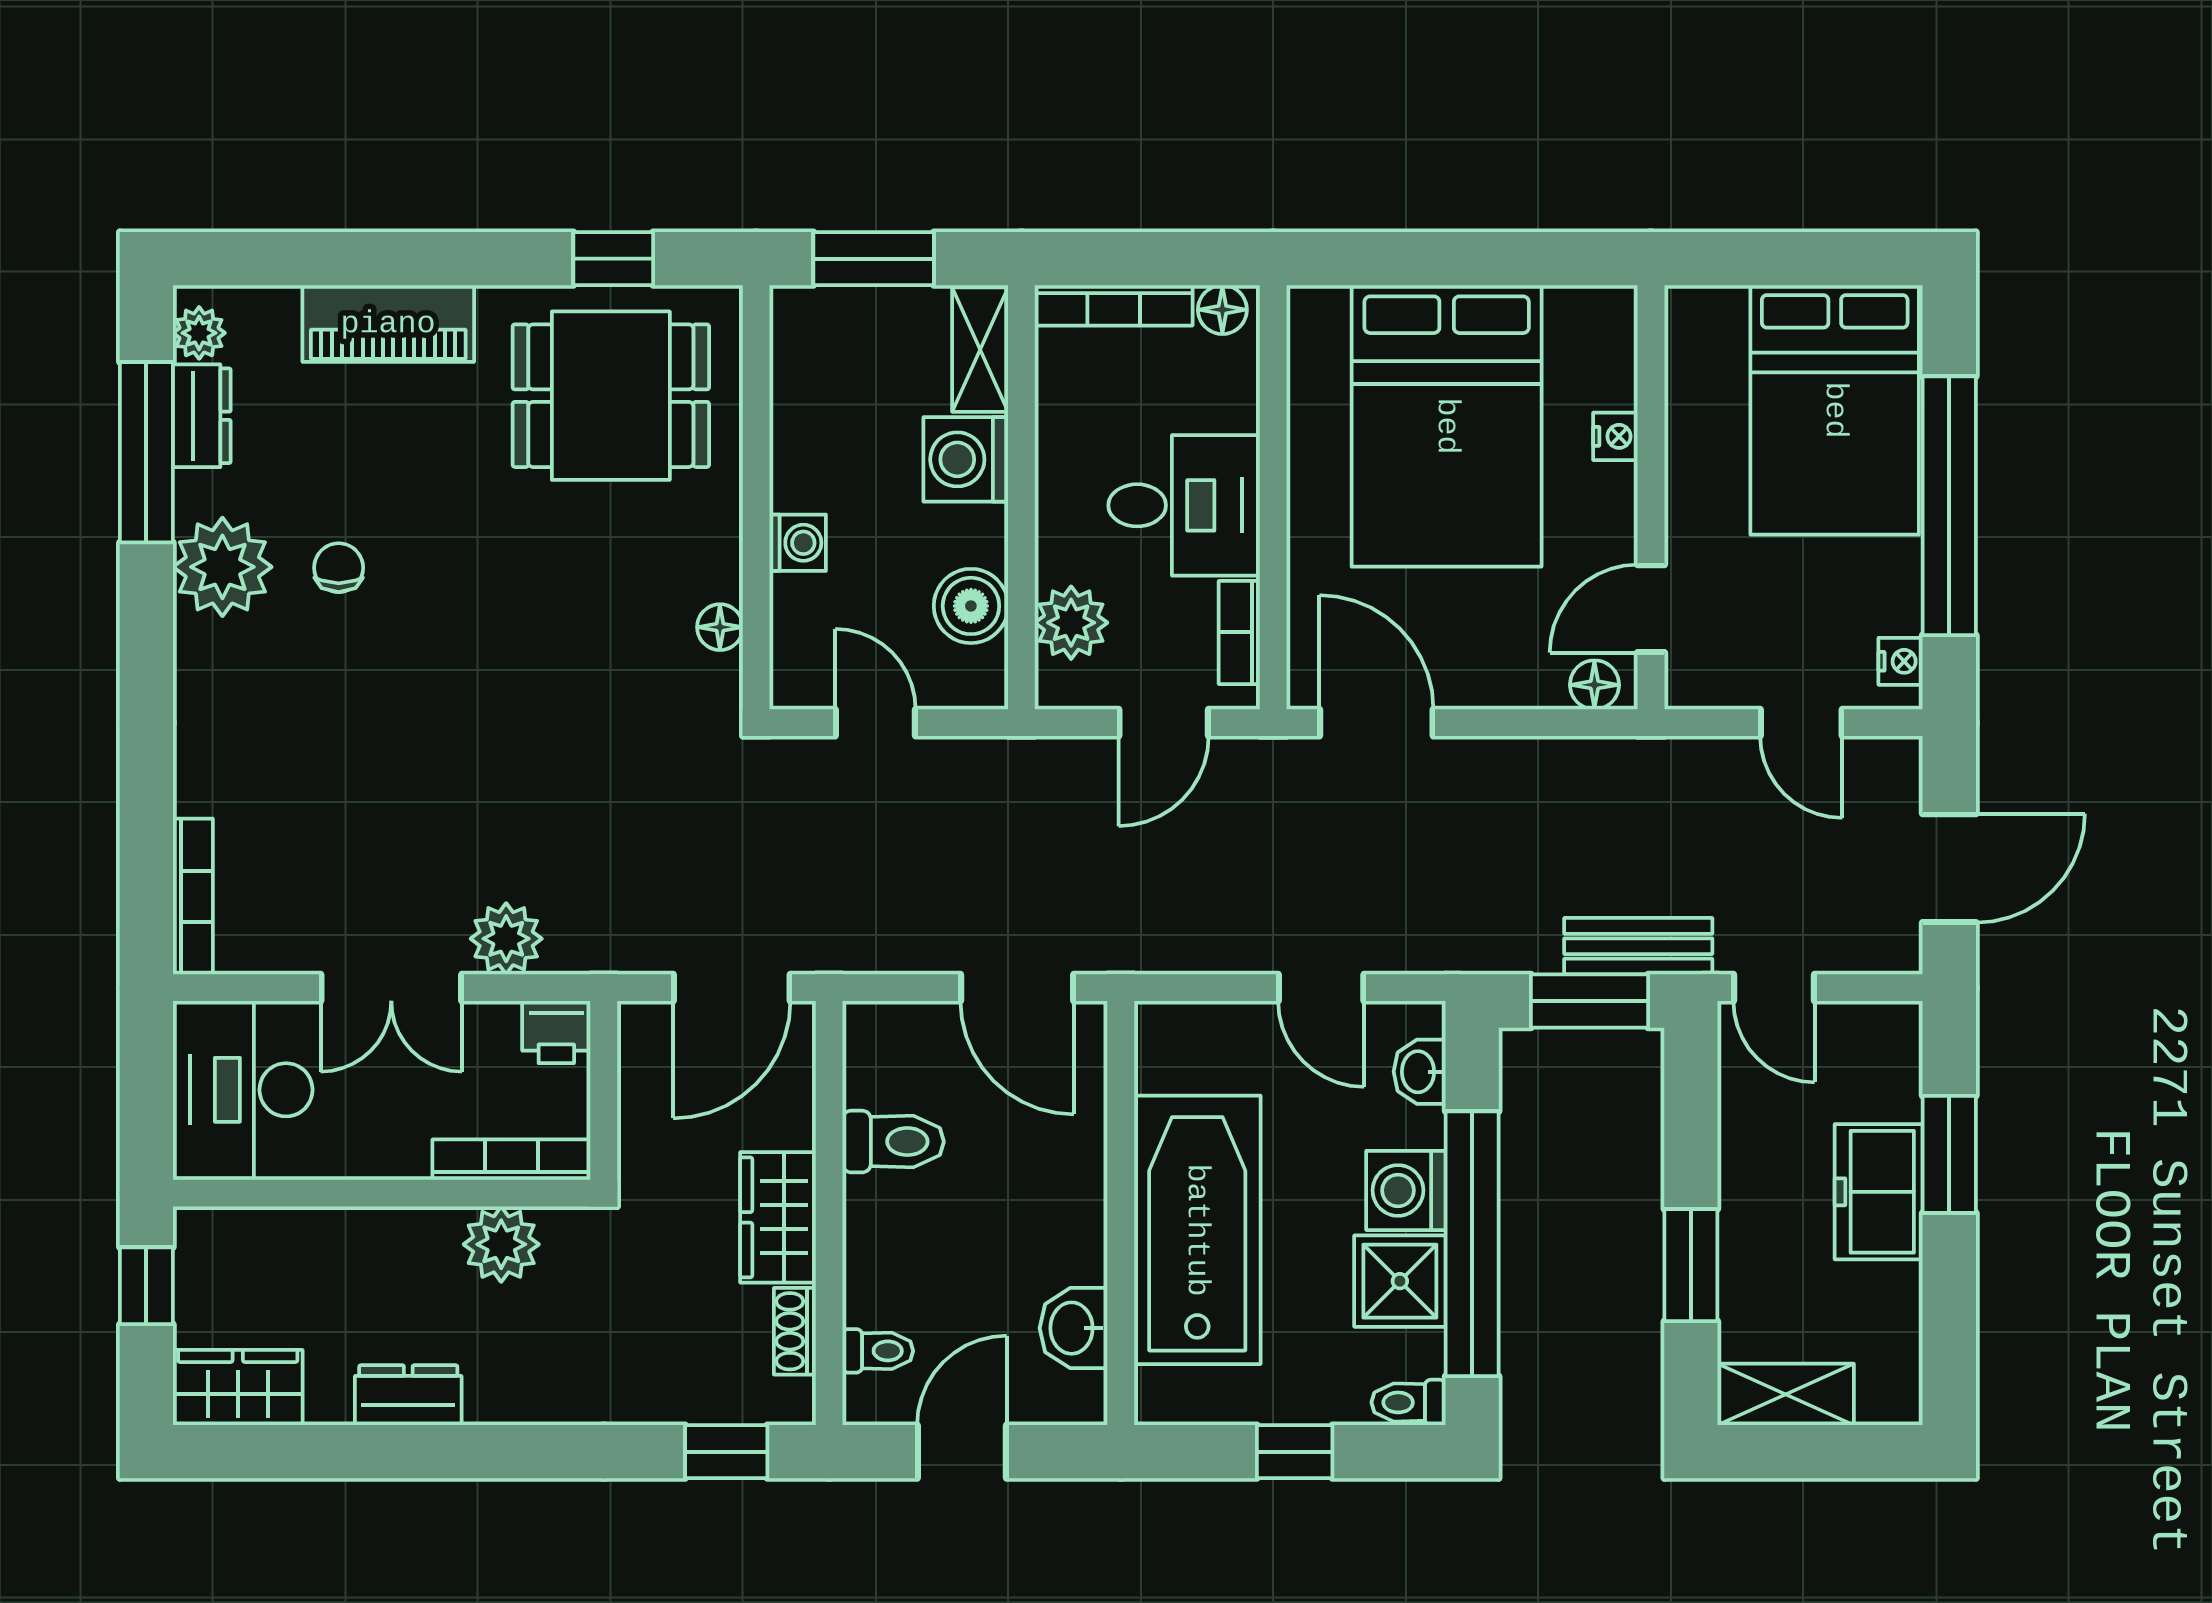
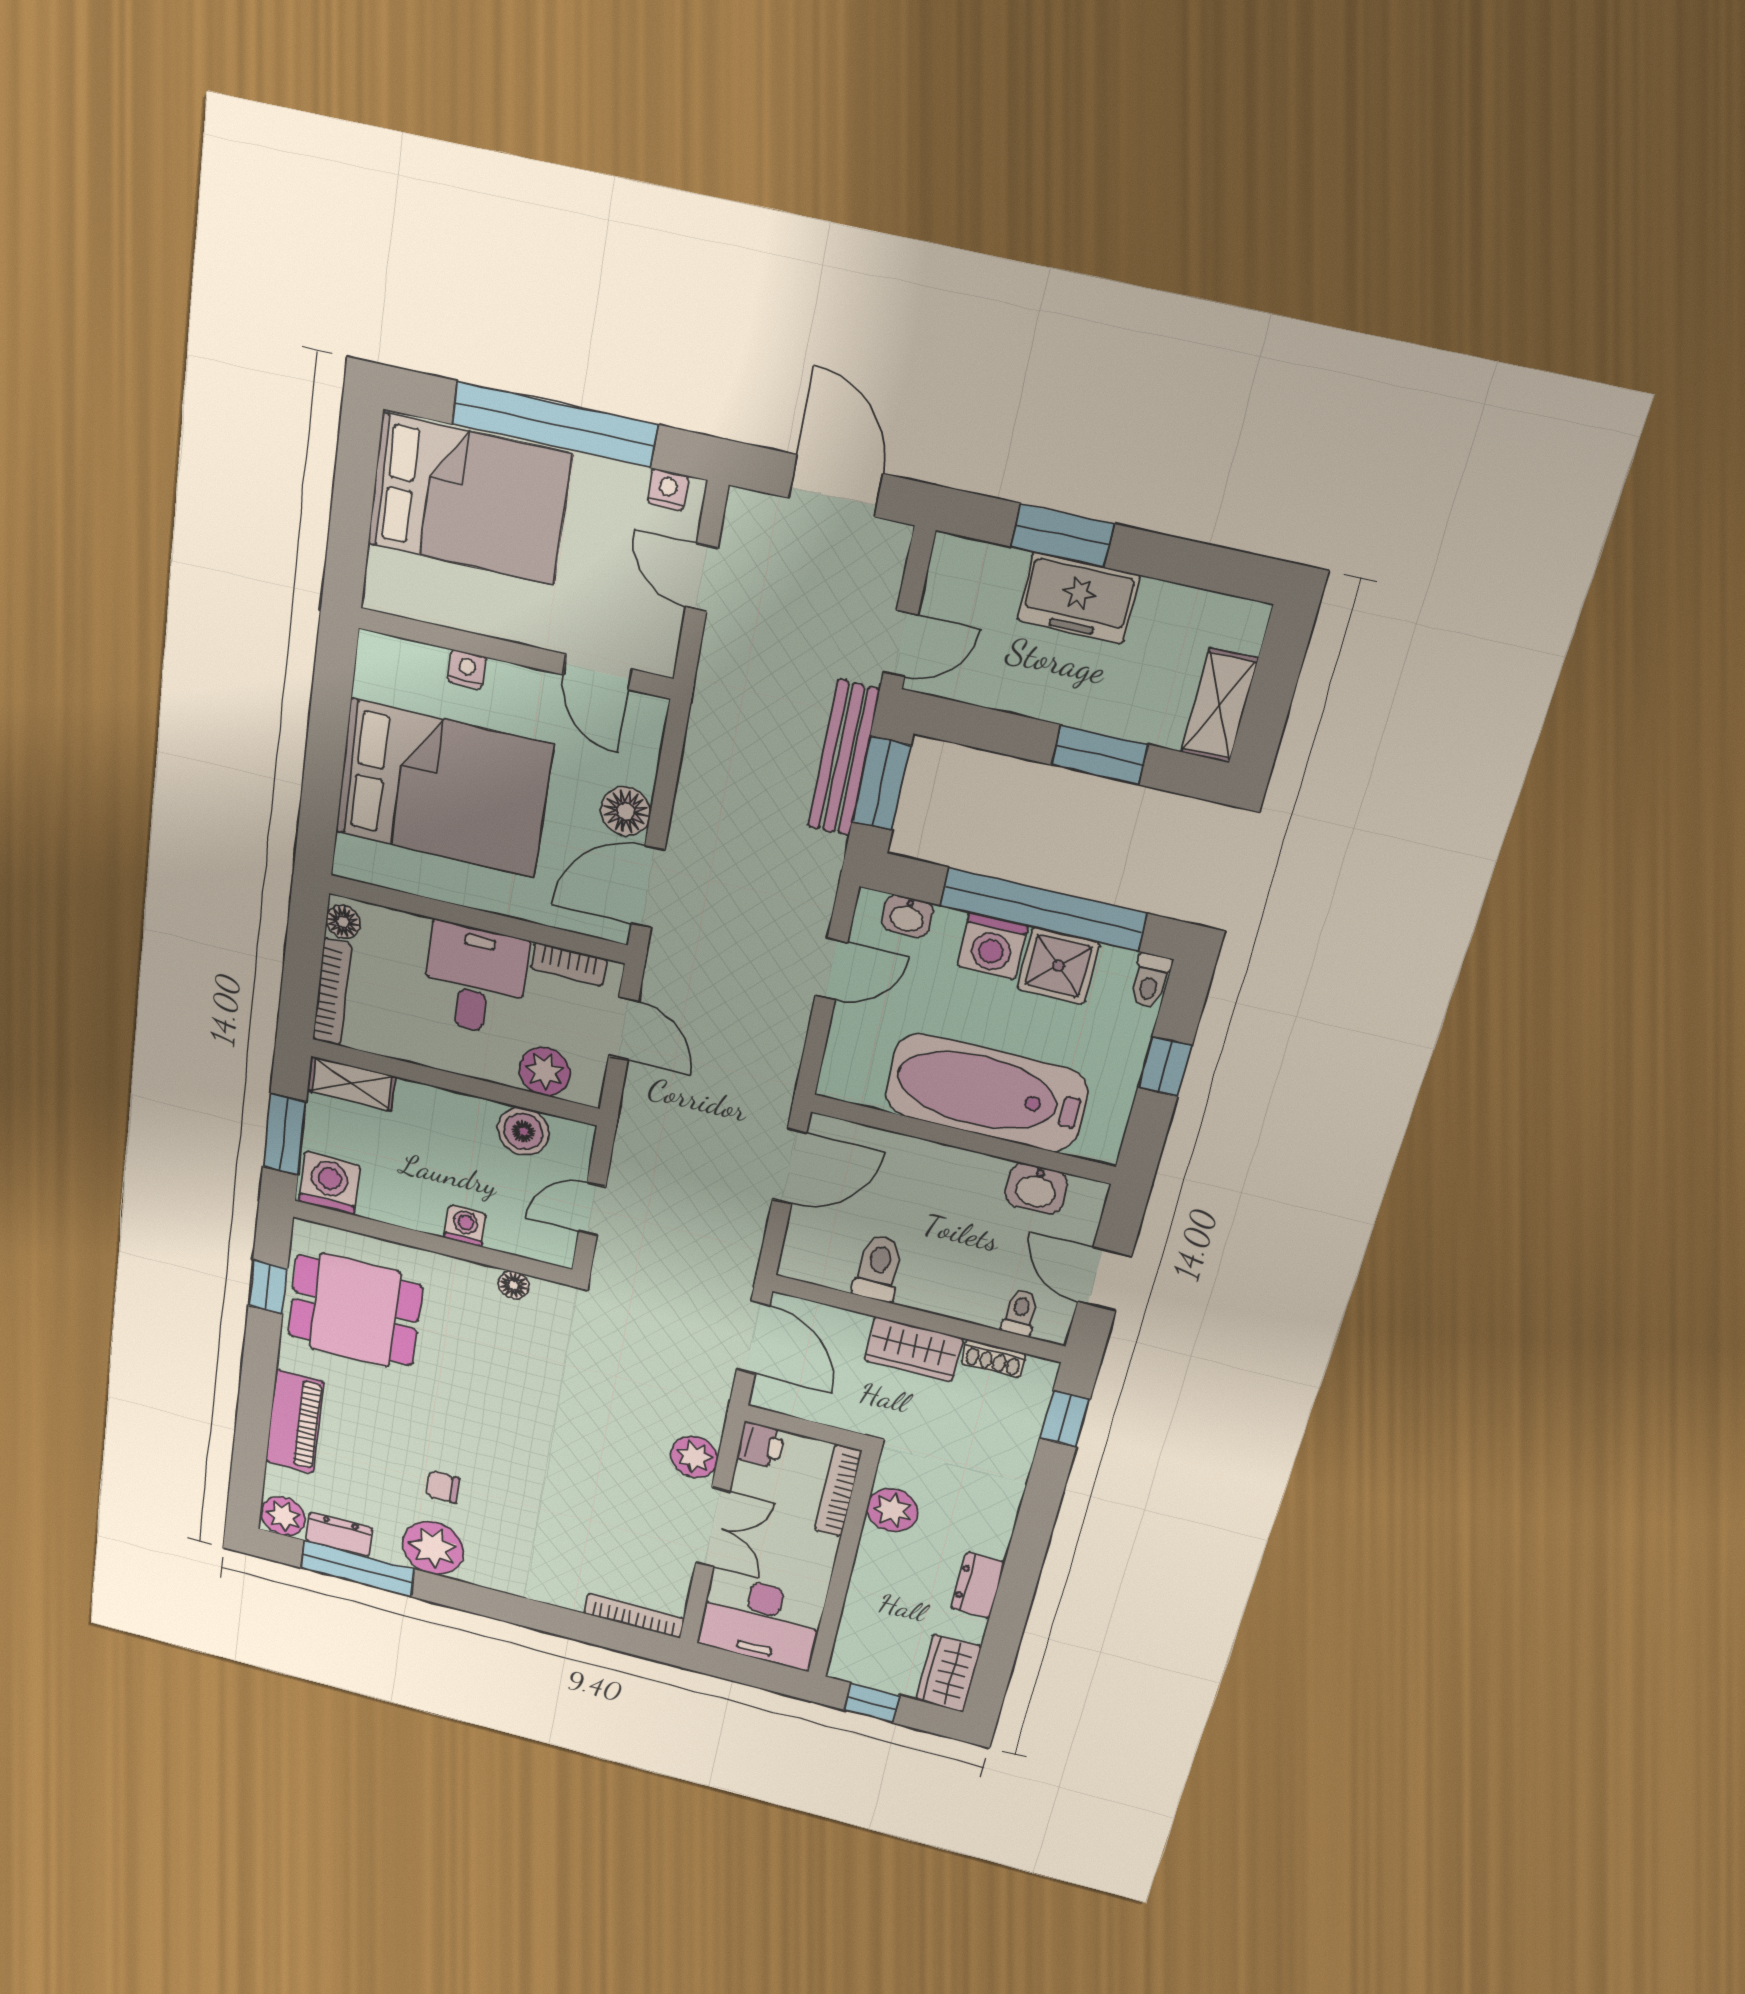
plant: (199, 333) -> (283, 1516), width x1.38, depth x1.38
dining table: (611, 396) -> (355, 1310), turned 90
washing machine: (966, 459) -> (329, 1184), moved, turned 180
floor lamp: (1594, 685) -> (626, 811), moved, width x1.37, depth x1.37
door: (1801, 723) -> (702, 578), swing flipped
bench: (1638, 946) -> (844, 758), width x1.36

